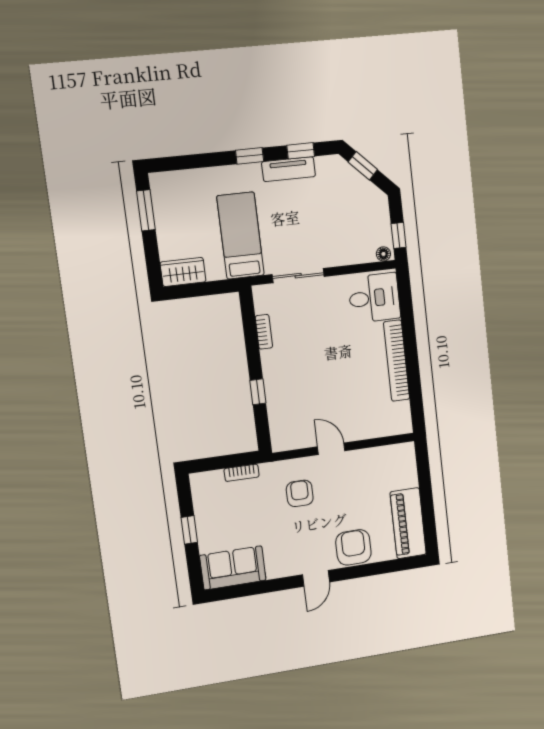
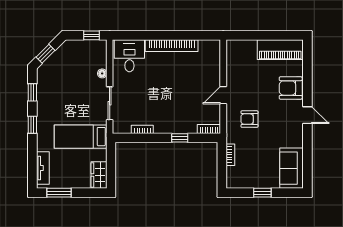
tv unit: (289, 169) -> (43, 168), moved
floor lamp: (383, 254) -> (102, 73), moved
bookcase: (277, 434) -> (209, 129), added

